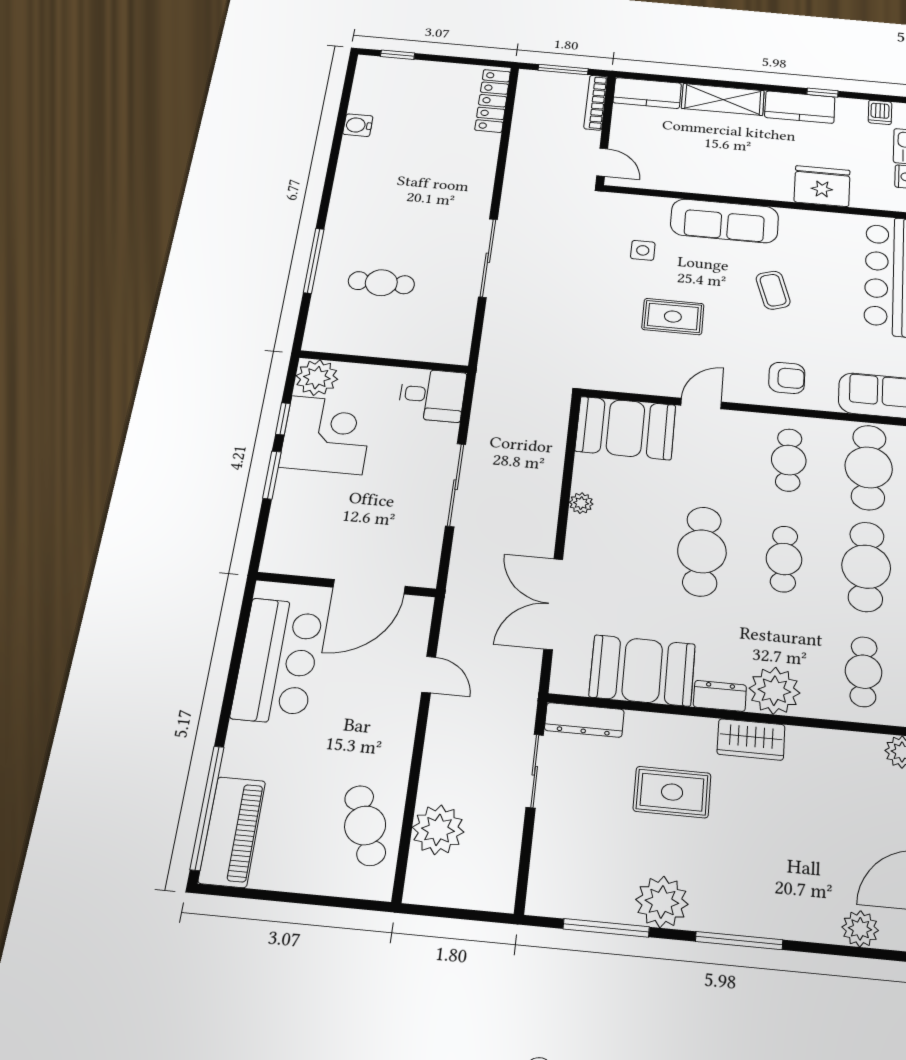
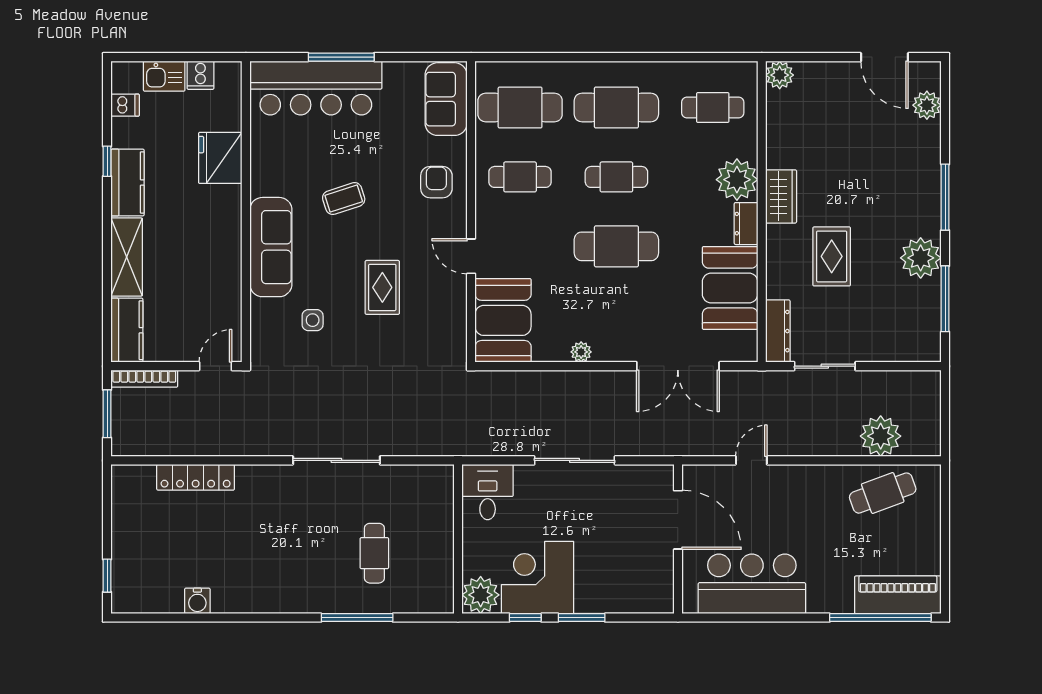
locker: (493, 101) -> (196, 477), moved

